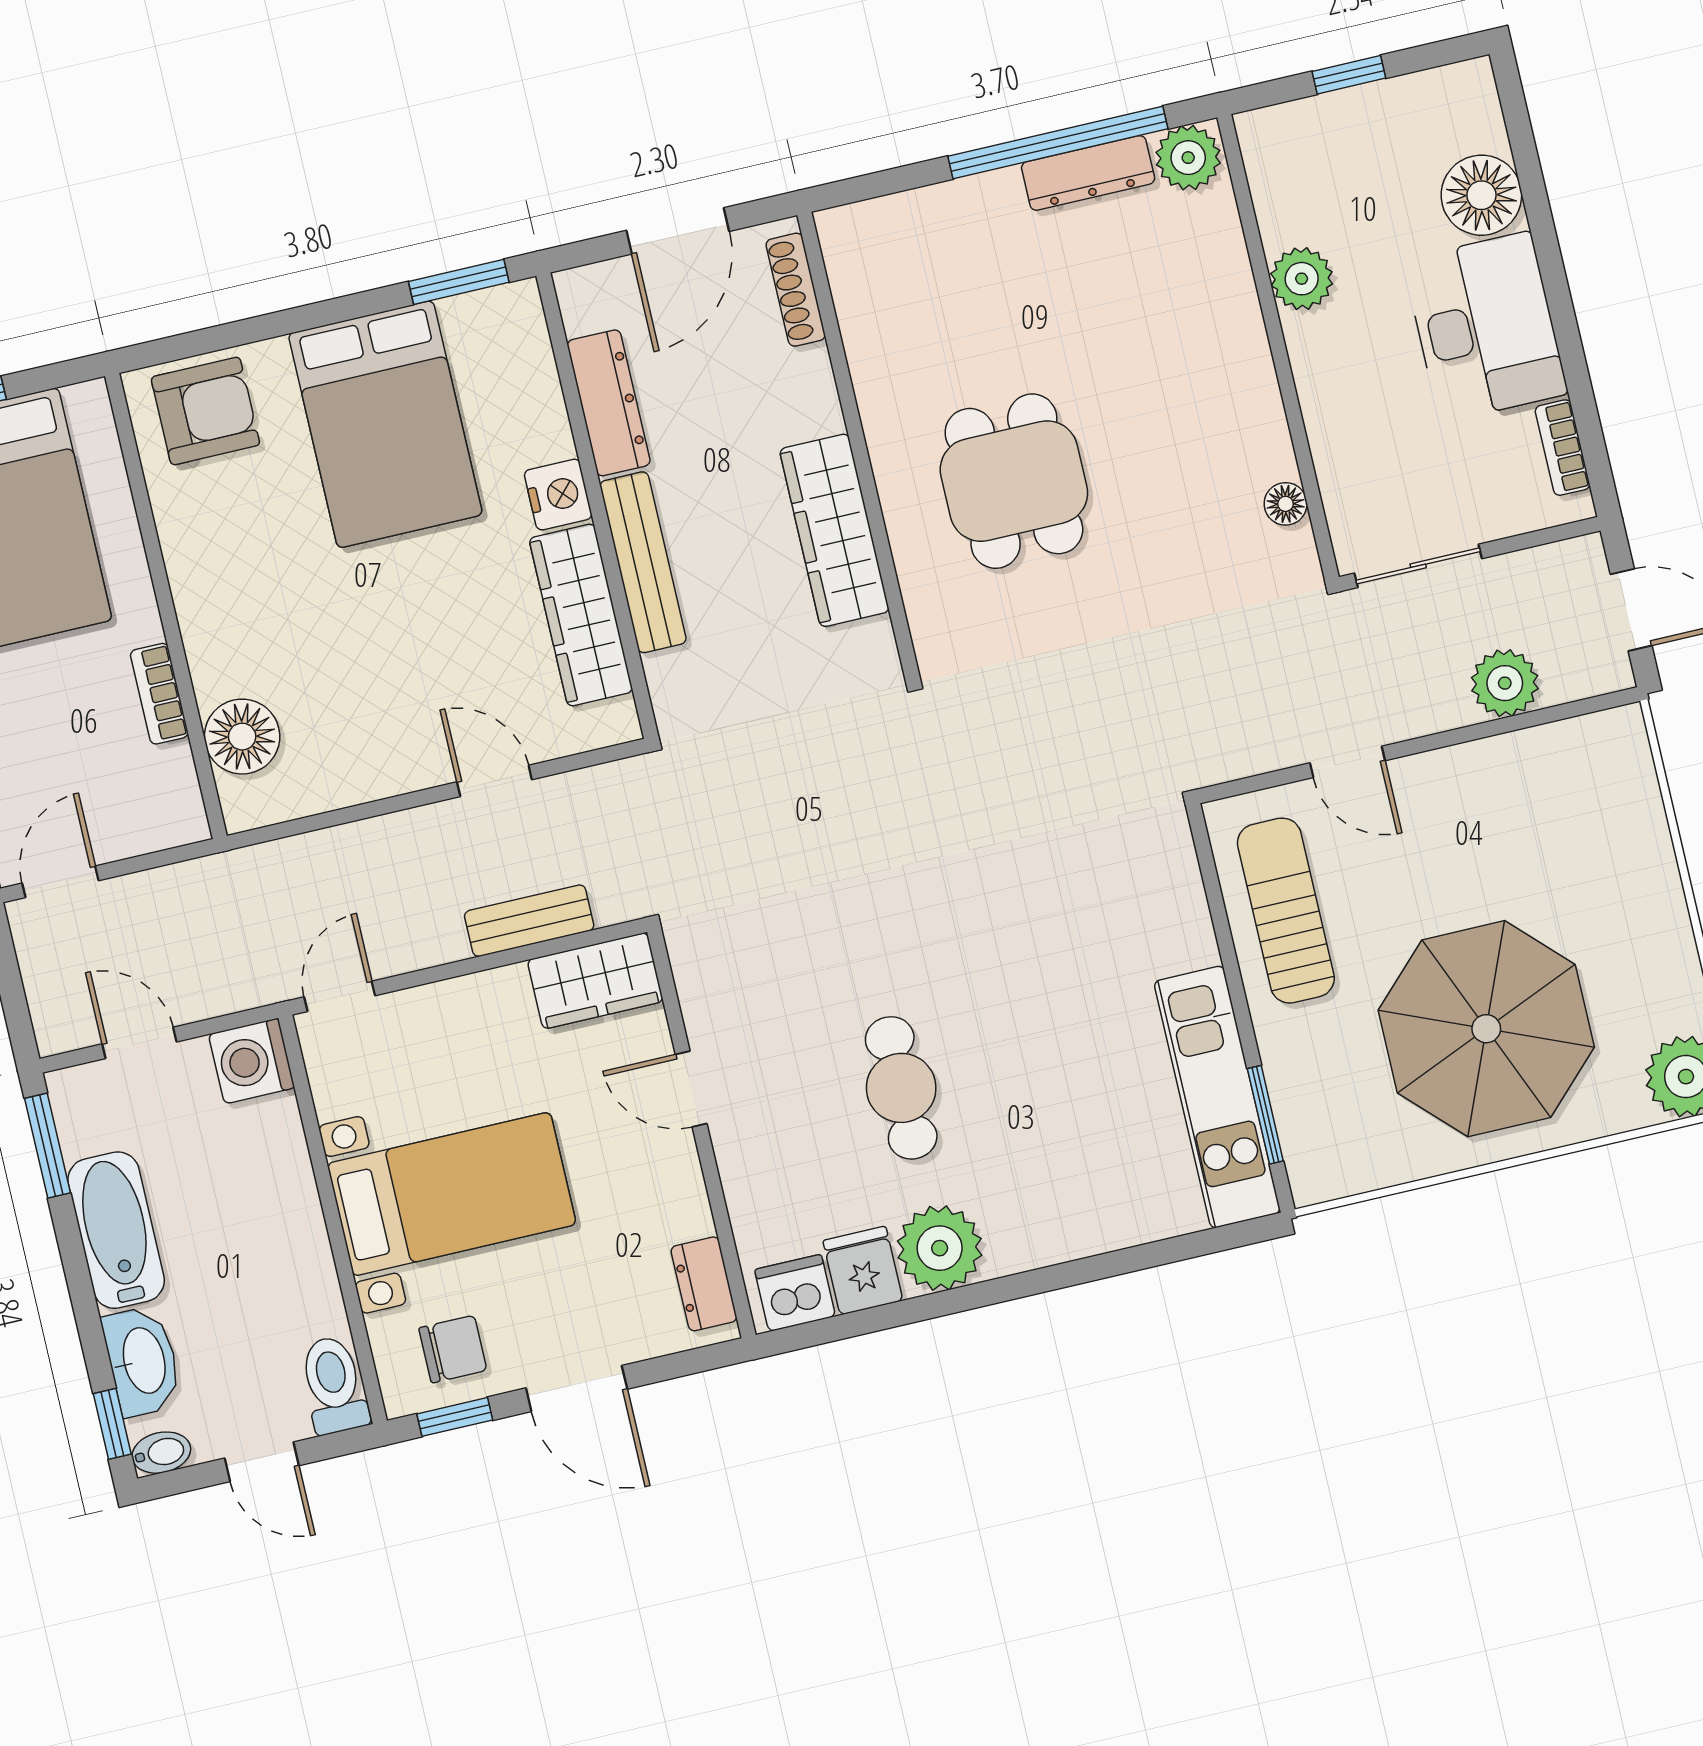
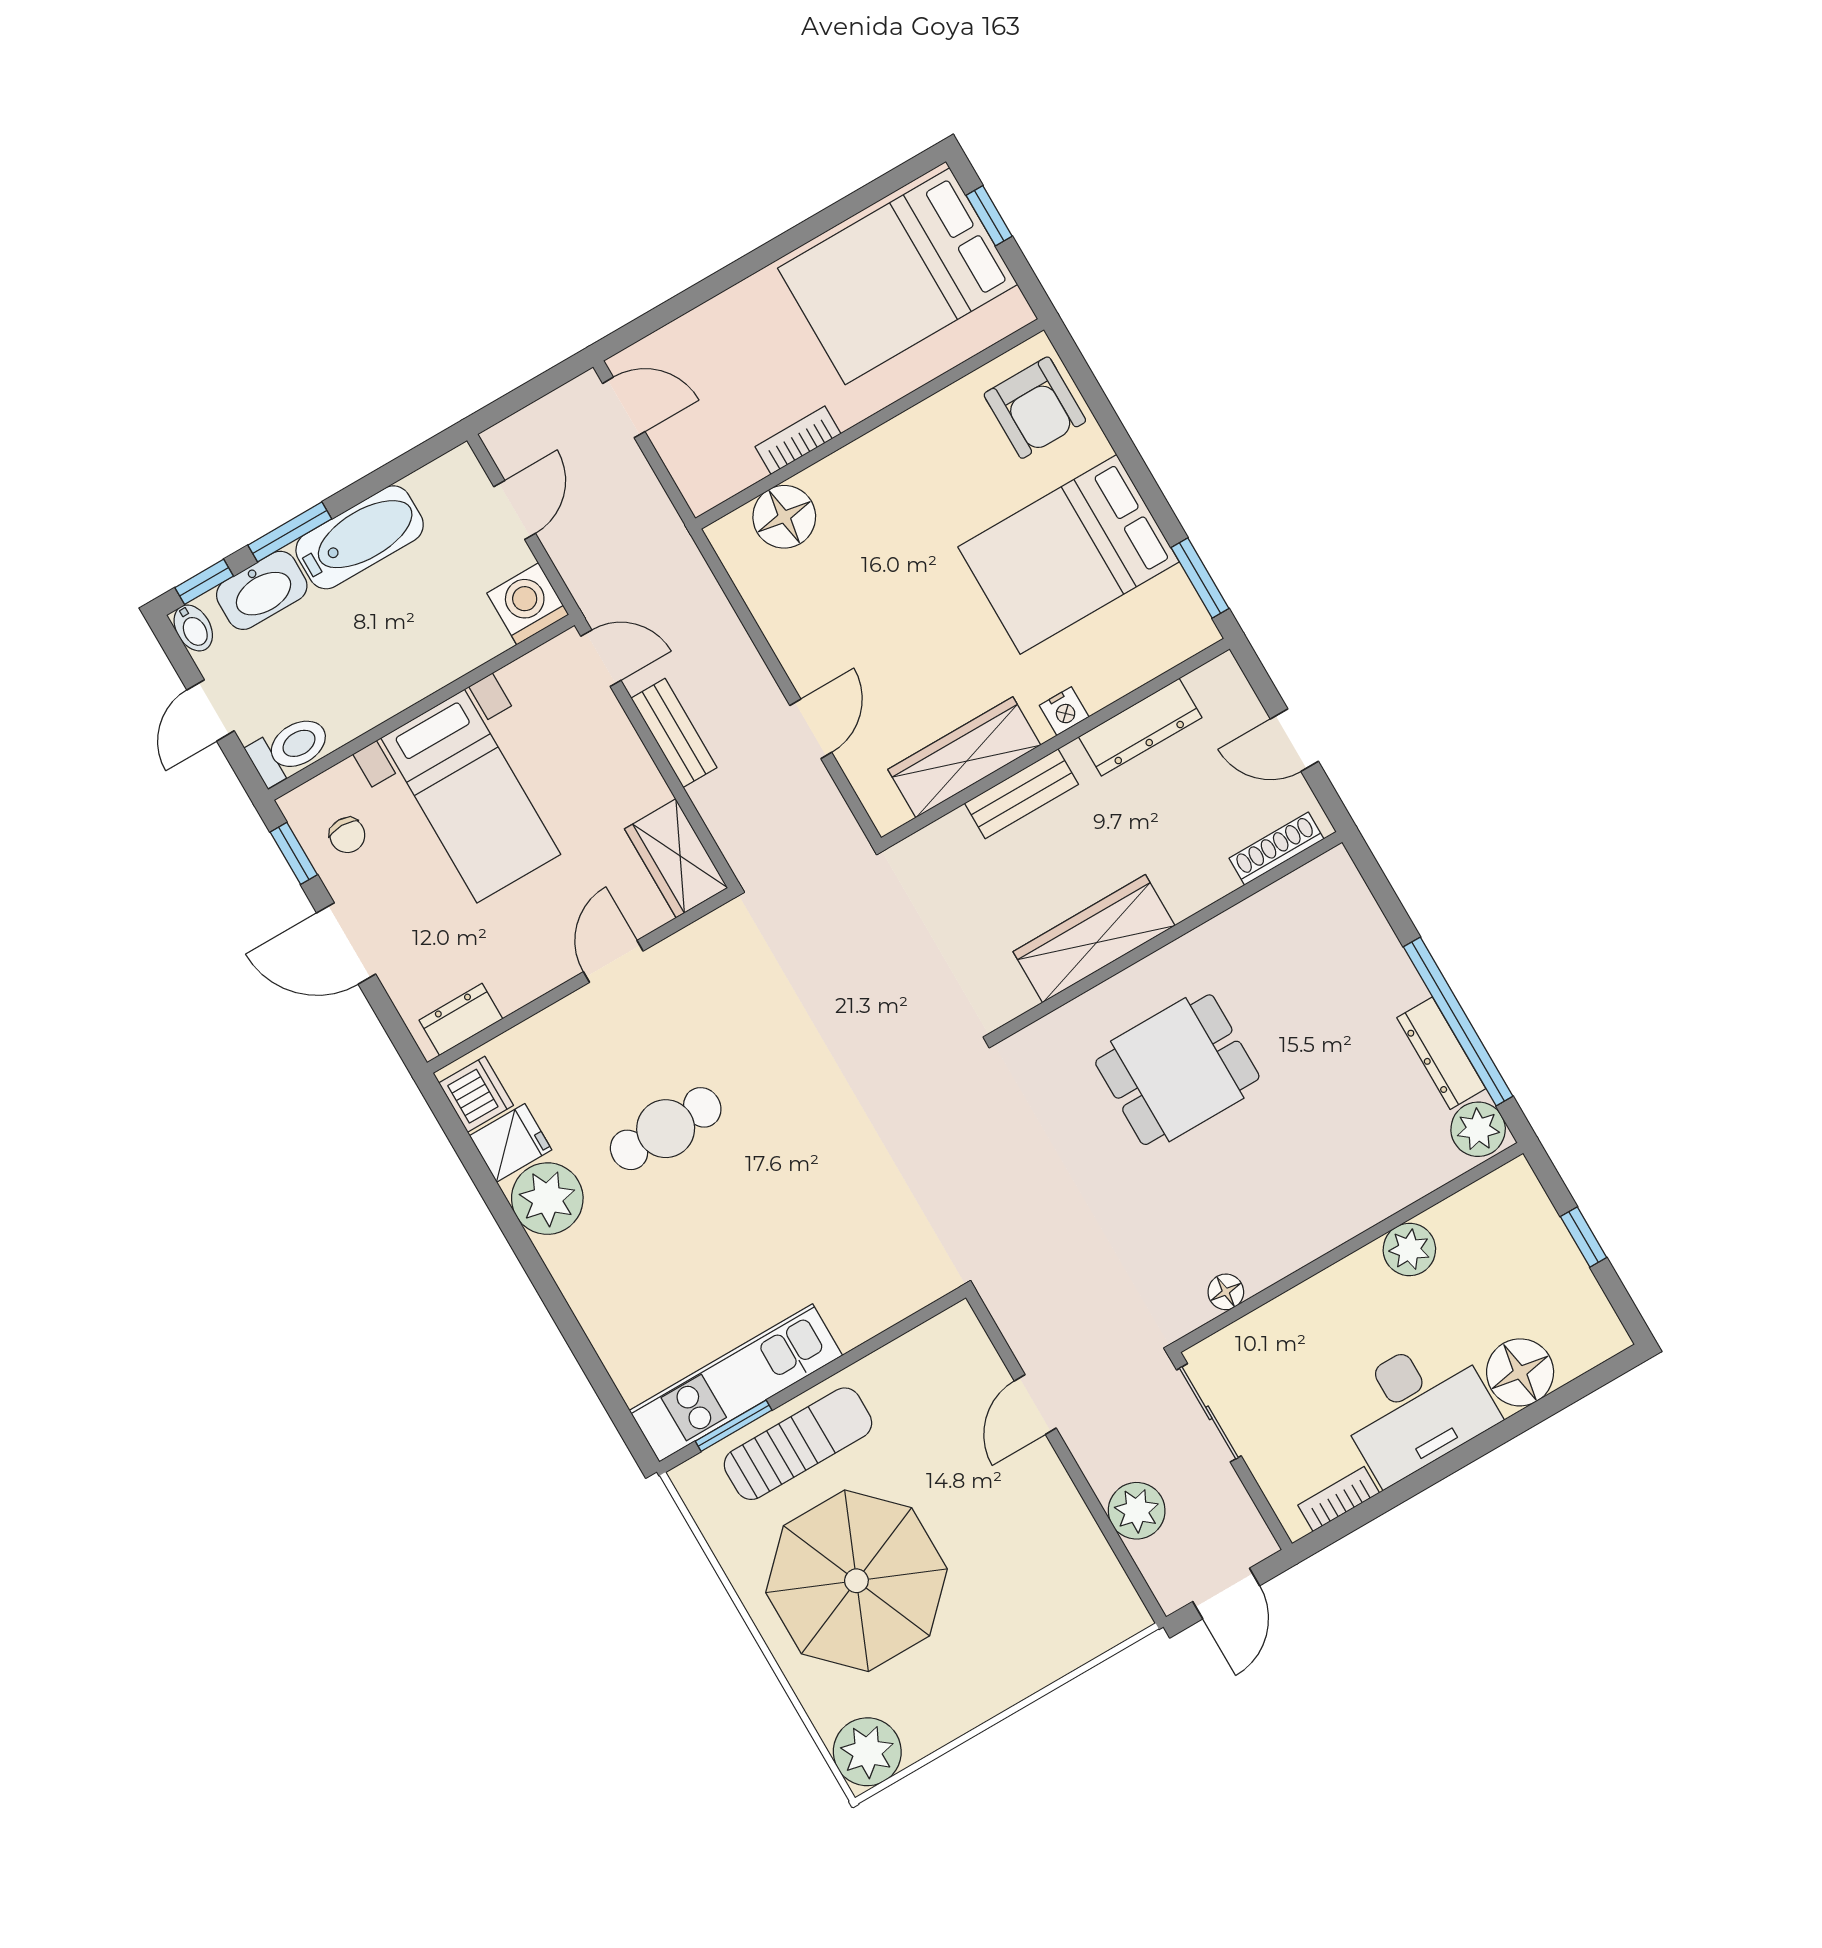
door: (678, 231) -> (1294, 740), width x0.73
nightstand: (558, 495) -> (1064, 711), width x0.72, depth x0.74
bench: (643, 562) -> (1022, 794), width x0.73
sun lounger: (1286, 911) -> (798, 1444), moved
bench: (529, 921) -> (674, 733), moved
window: (48, 1146) -> (290, 532), moved
chair: (453, 1349) -> (347, 835), width x0.73, depth x0.73
door: (577, 1389) -> (346, 943), hinge flipped

